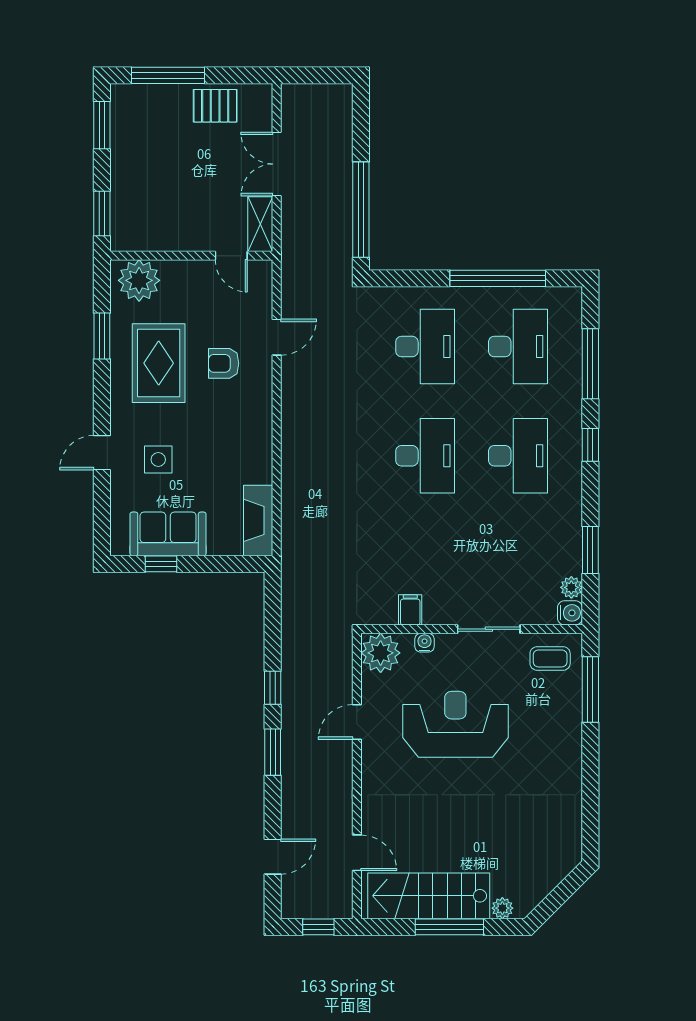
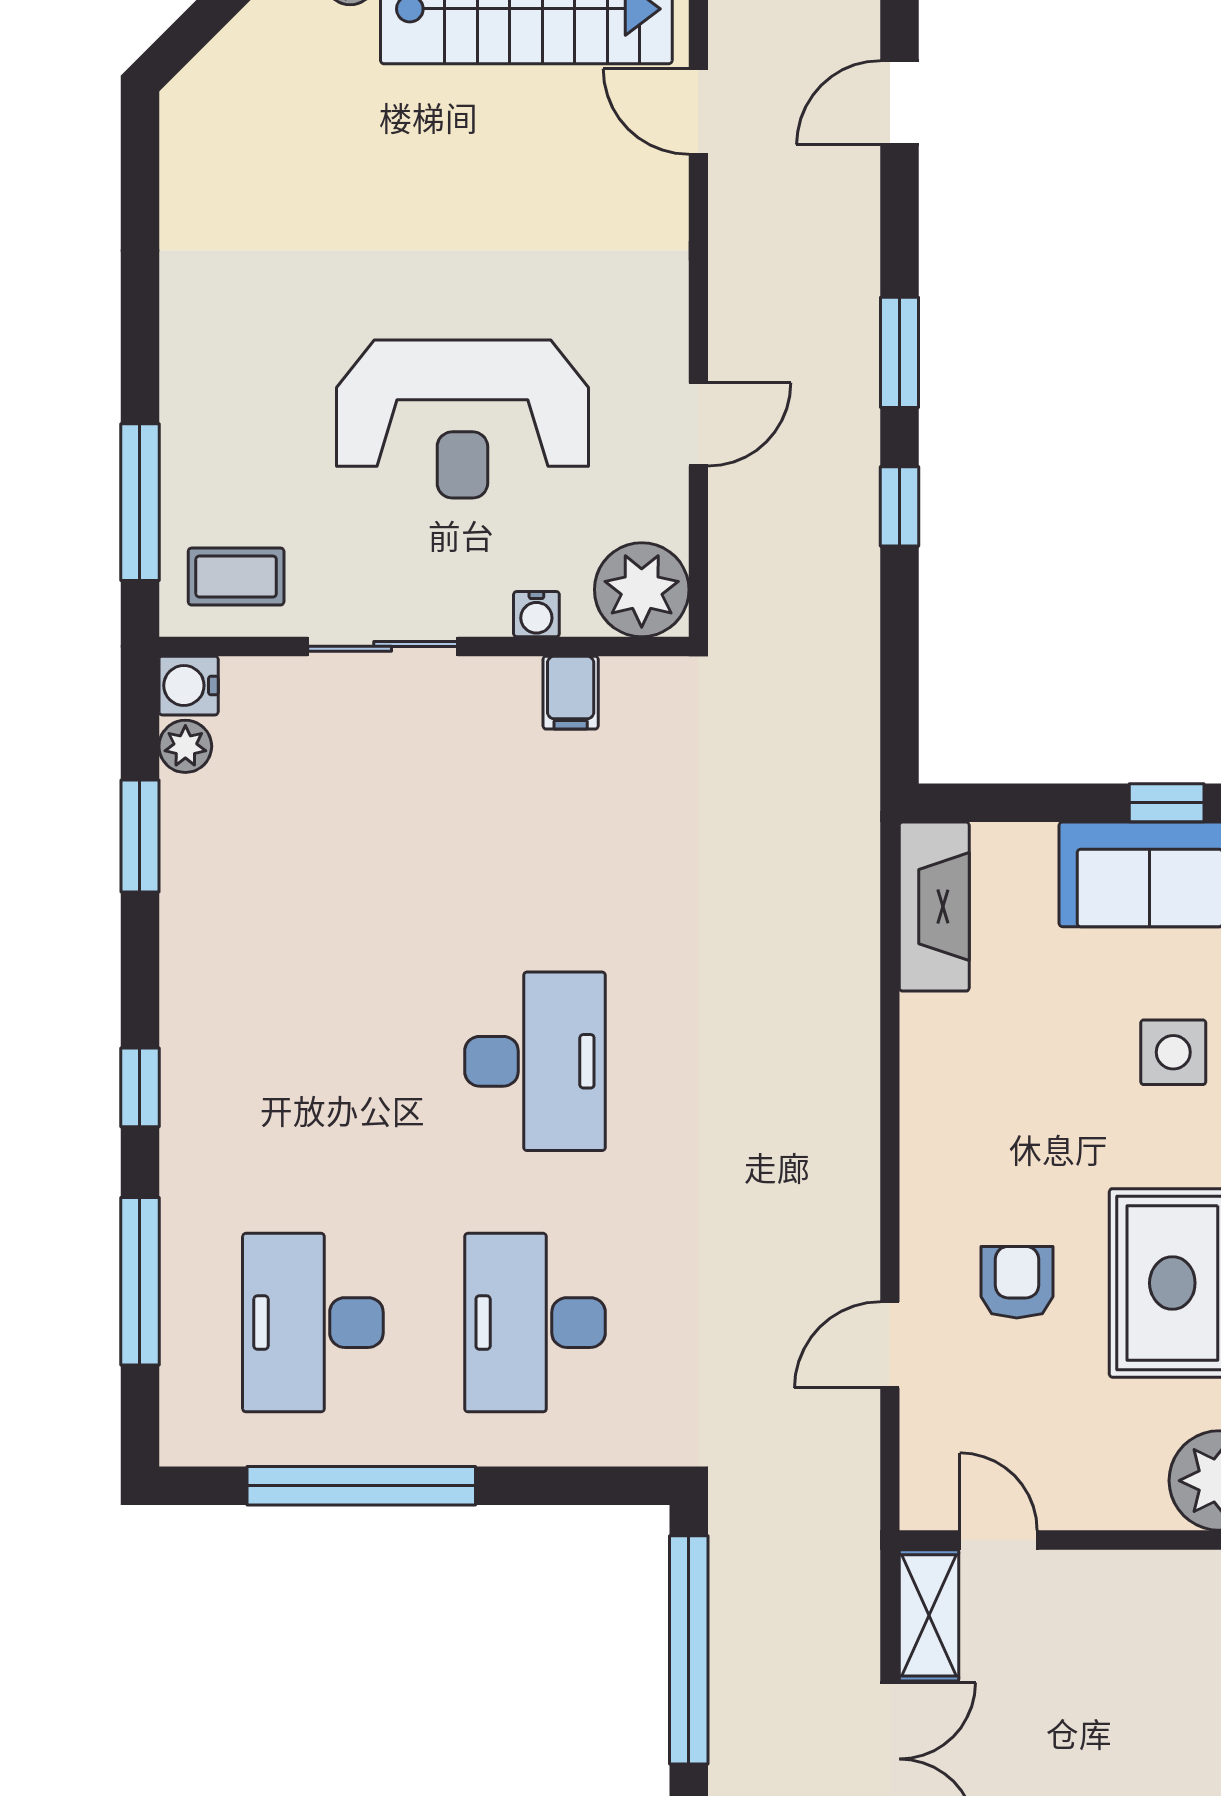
armchair: (224, 363) -> (1017, 1282), turned -90
desk: (425, 456) -> (535, 1061), turned 180
desk: (518, 456) -> (313, 1061), removed

